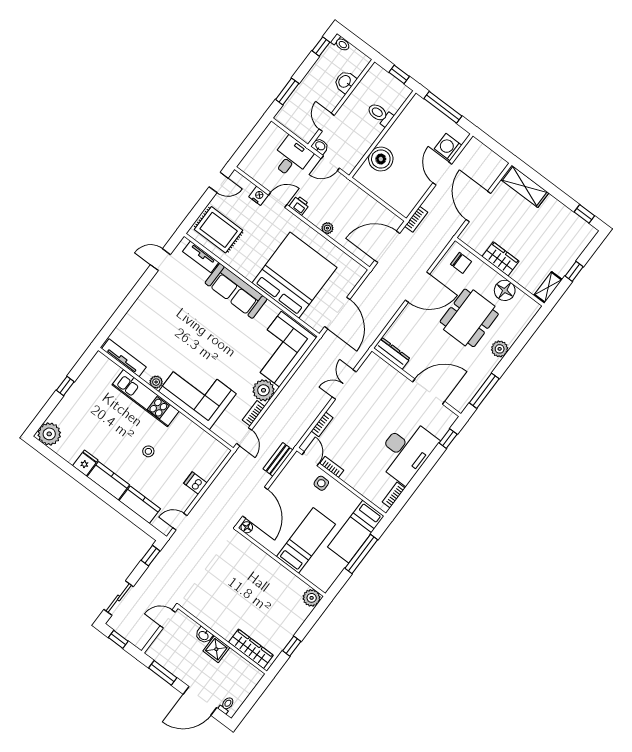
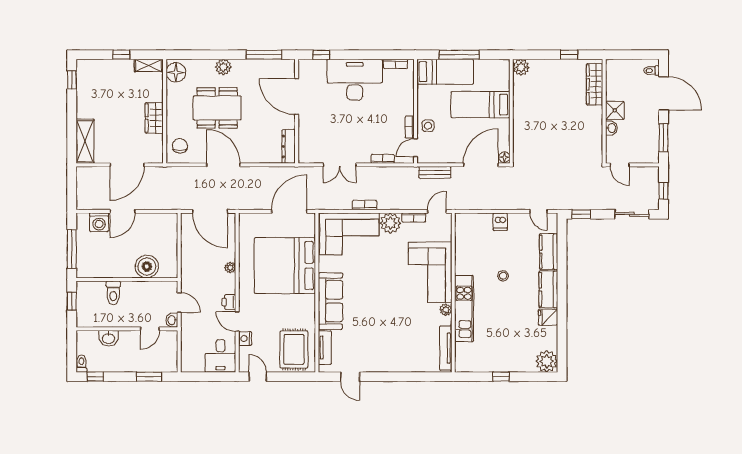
desk: (292, 158) -> (220, 356), moved, turned -90
bookcase: (416, 219) -> (365, 205), moved
floor lamp: (505, 290) -> (176, 72), moved

